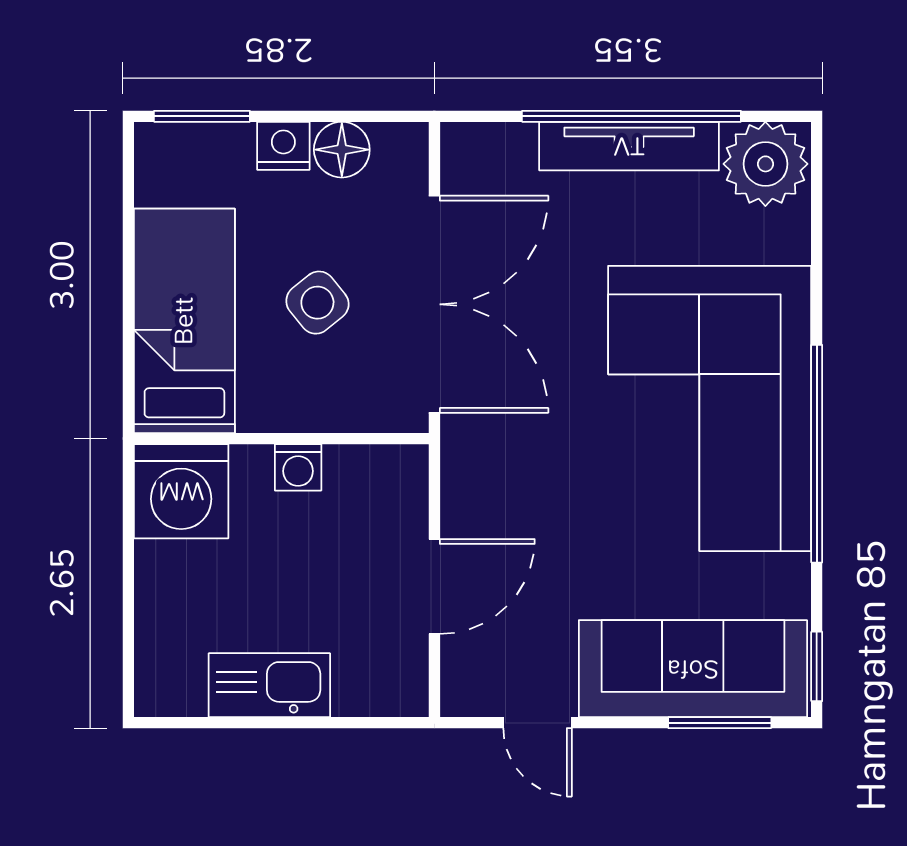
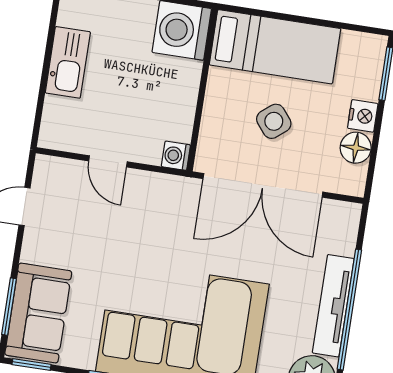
washing machine: (298, 467) -> (176, 156), moved
door: (434, 586) -> (108, 161), width x0.73
sofa: (693, 669) -> (38, 313), width x0.73

